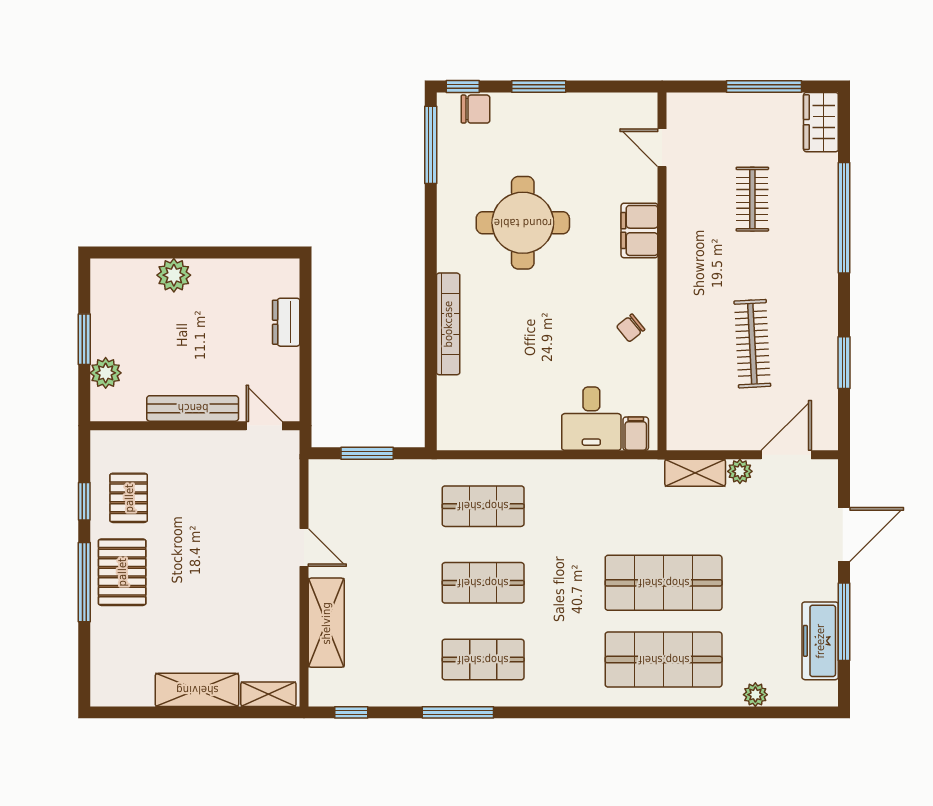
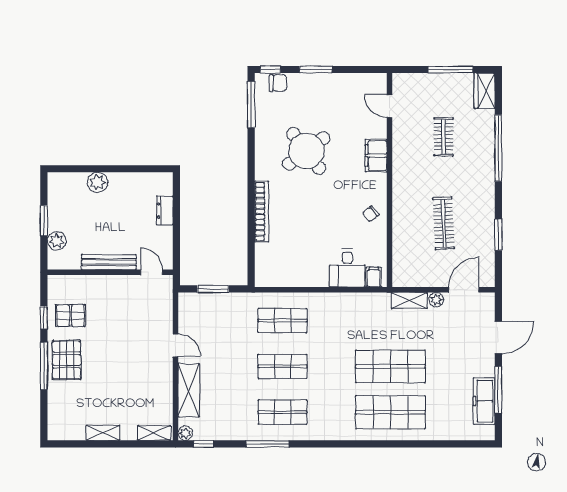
round table: (523, 223) -> (306, 151), turned -37
pallet: (129, 498) -> (70, 315), turned 90
shelving: (197, 690) -> (103, 433), width x0.67, depth x0.75
plant: (755, 695) -> (185, 433), moved

